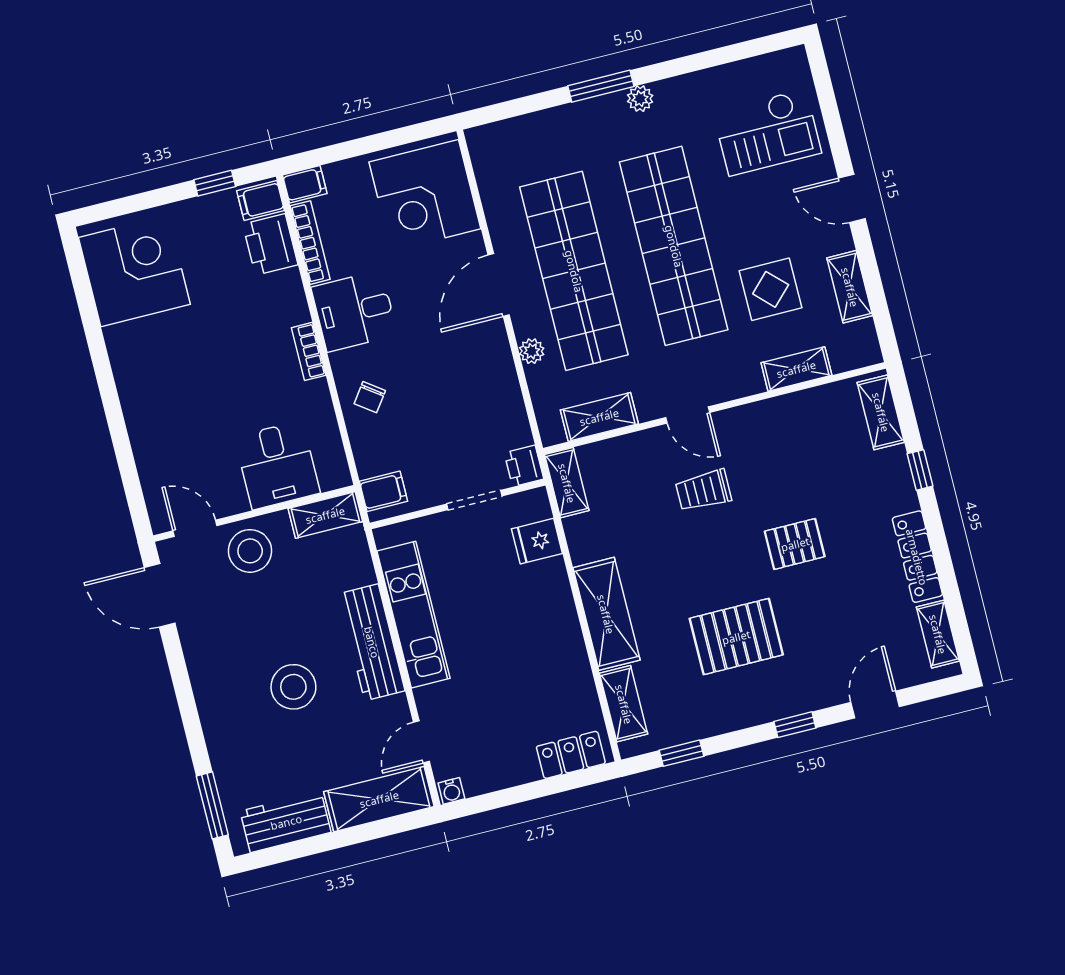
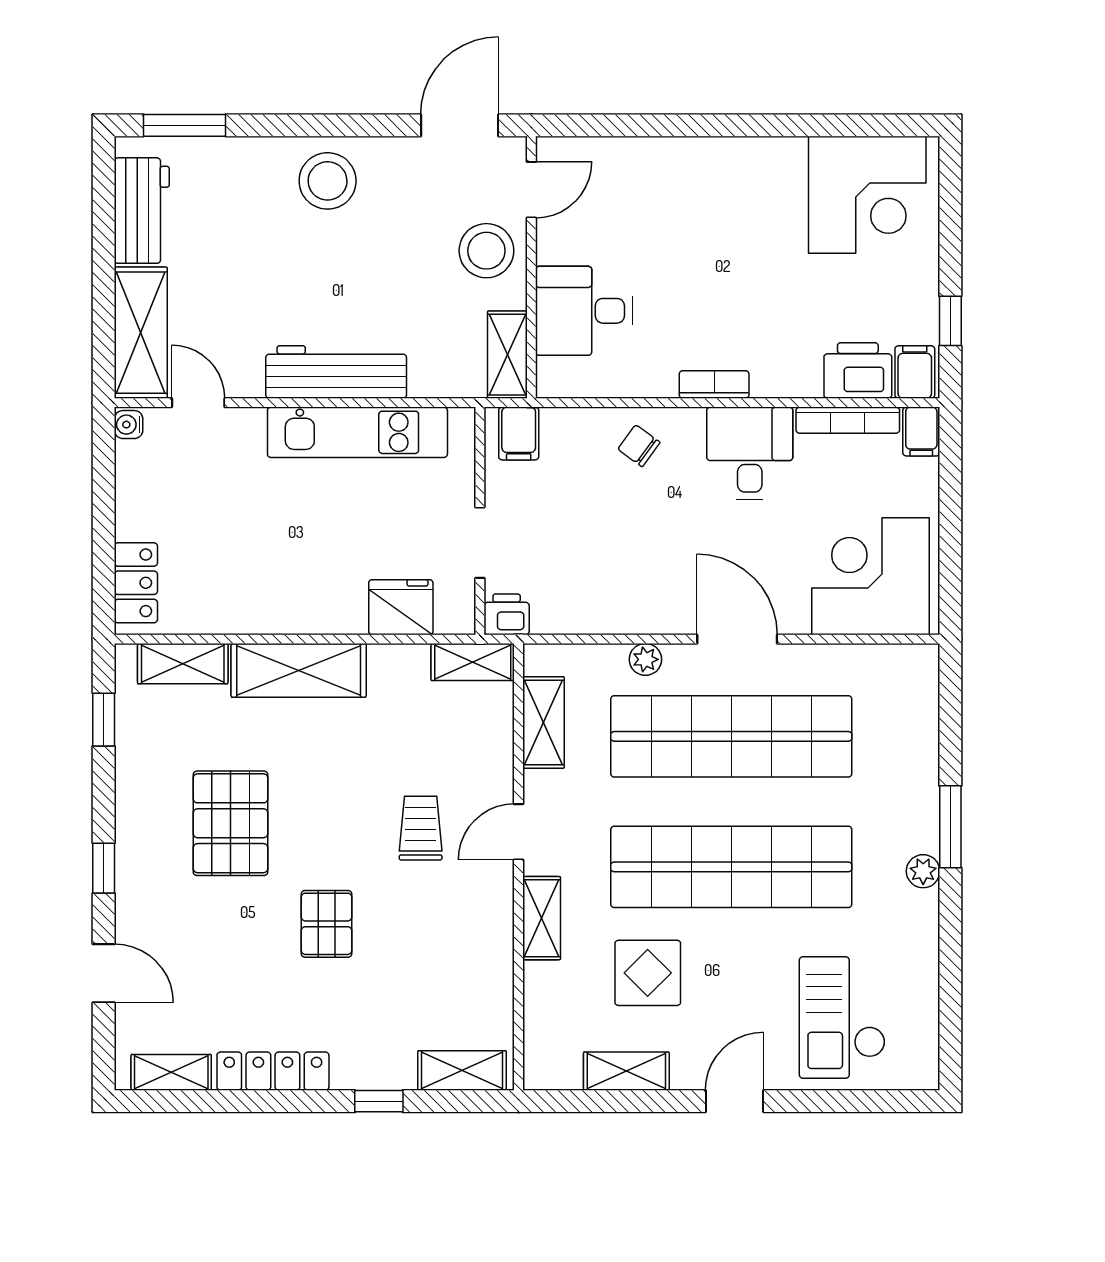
shelving: (796, 369) -> (542, 918), moved
fridge: (537, 541) -> (401, 607), width x1.38
stool: (293, 687) -> (328, 181), moved

